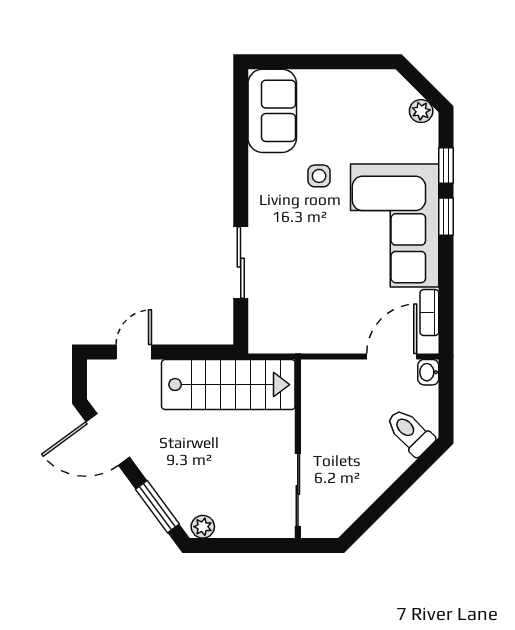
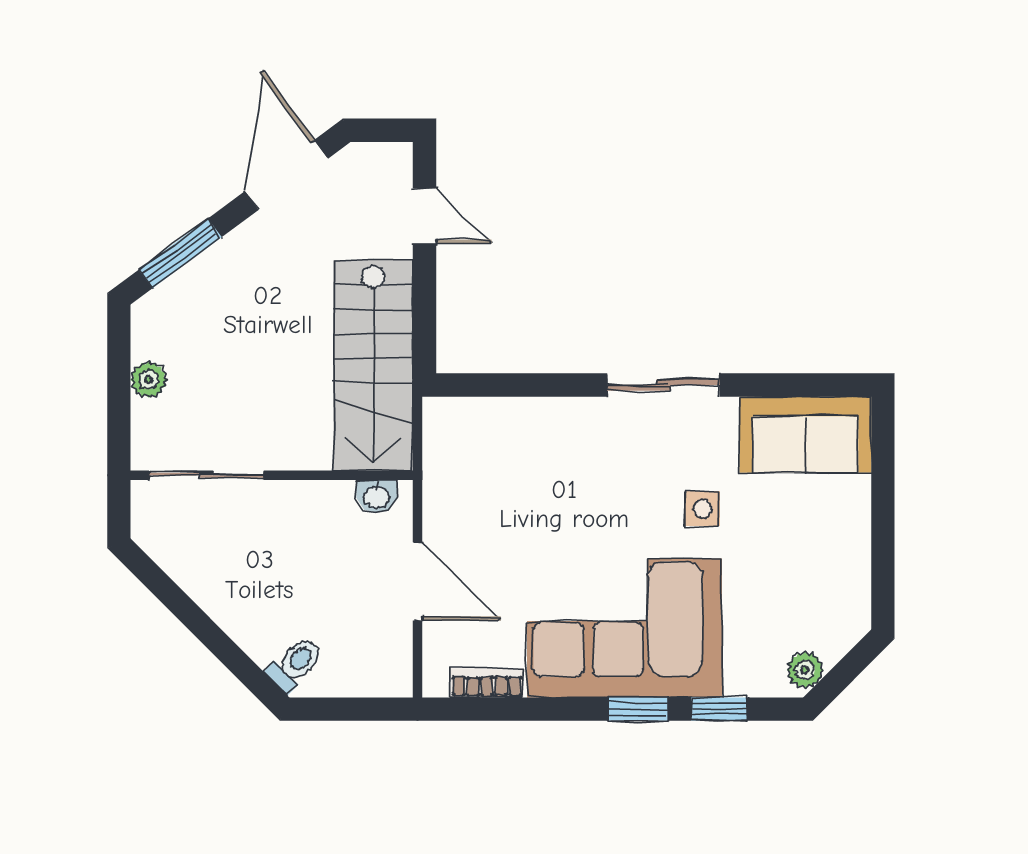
sliding door: (241, 263) -> (663, 385), moved
door: (392, 356) -> (418, 581), moved
washbasin: (428, 372) -> (377, 496), moved, turned 180
toilet: (410, 432) -> (295, 664), width x0.73, depth x0.72
plant: (203, 527) -> (149, 380), moved

